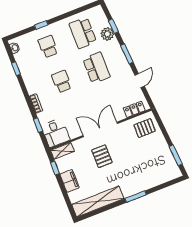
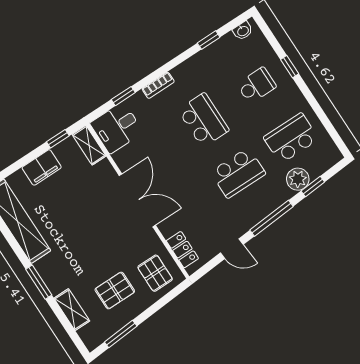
window: (127, 54) -> (272, 218), width x1.44
school desk: (62, 81) -> (203, 120), width x1.85
pallet: (102, 156) -> (115, 291), moved
shelving: (156, 181) -> (72, 310), added

